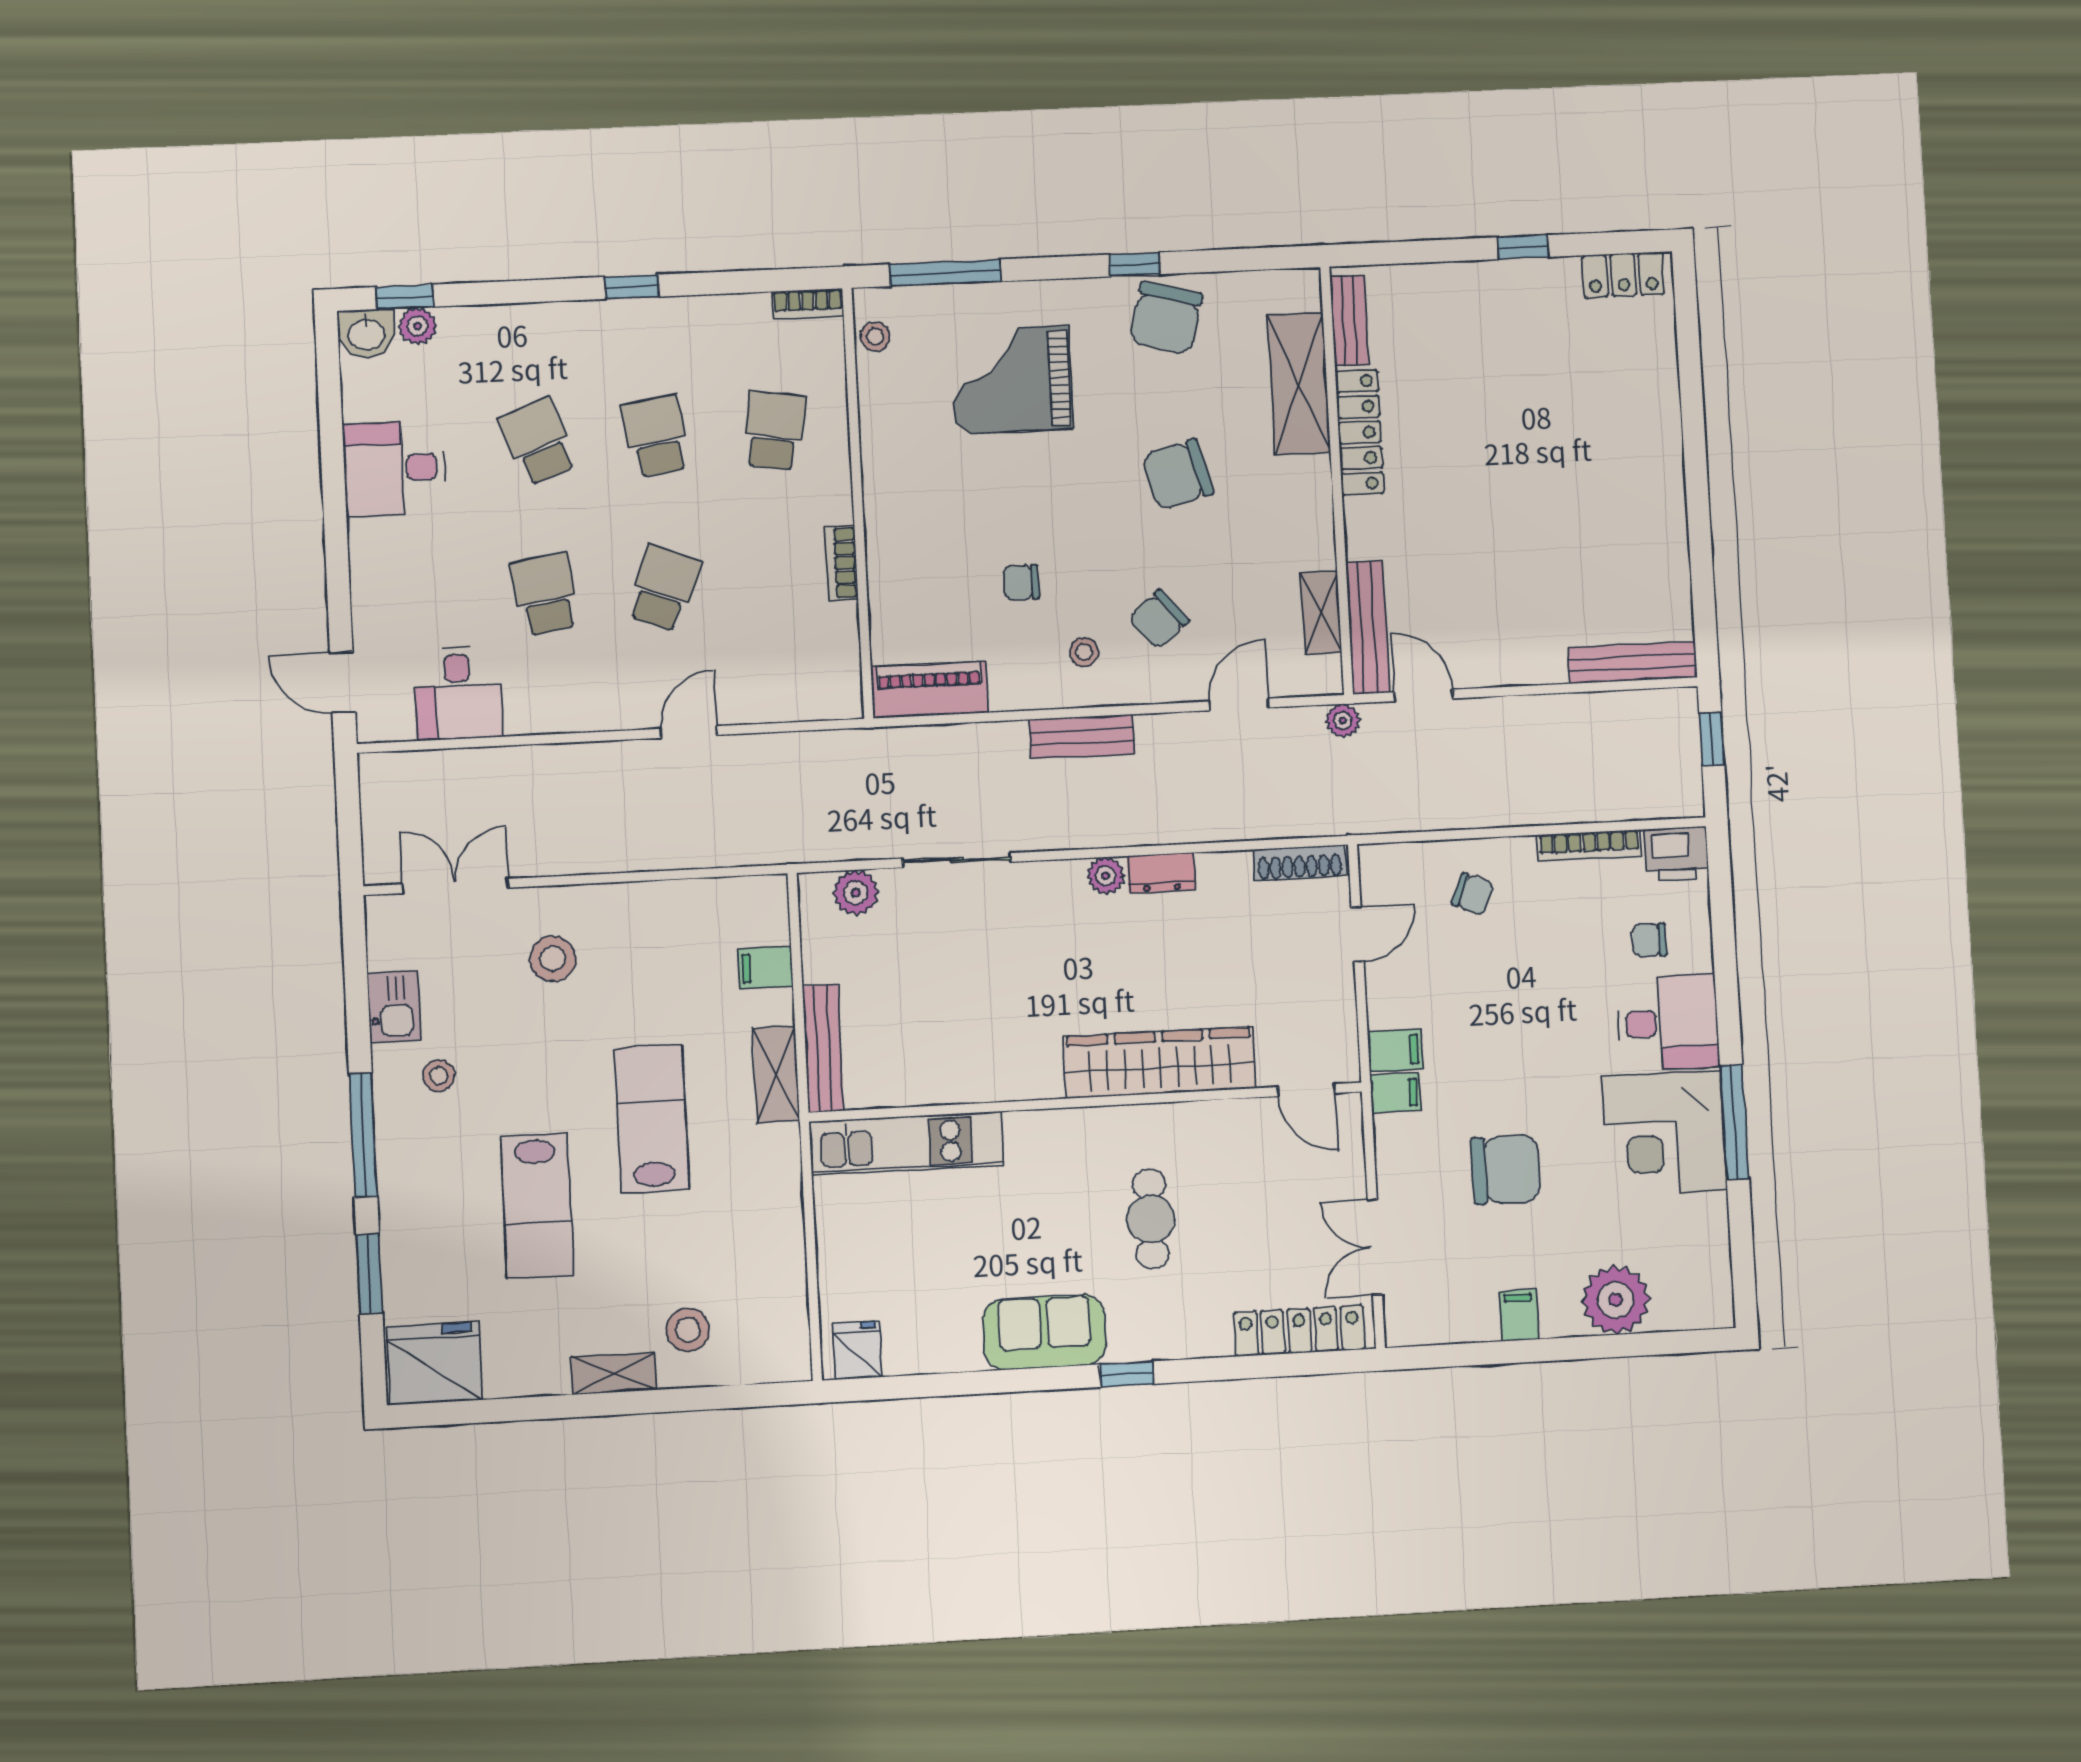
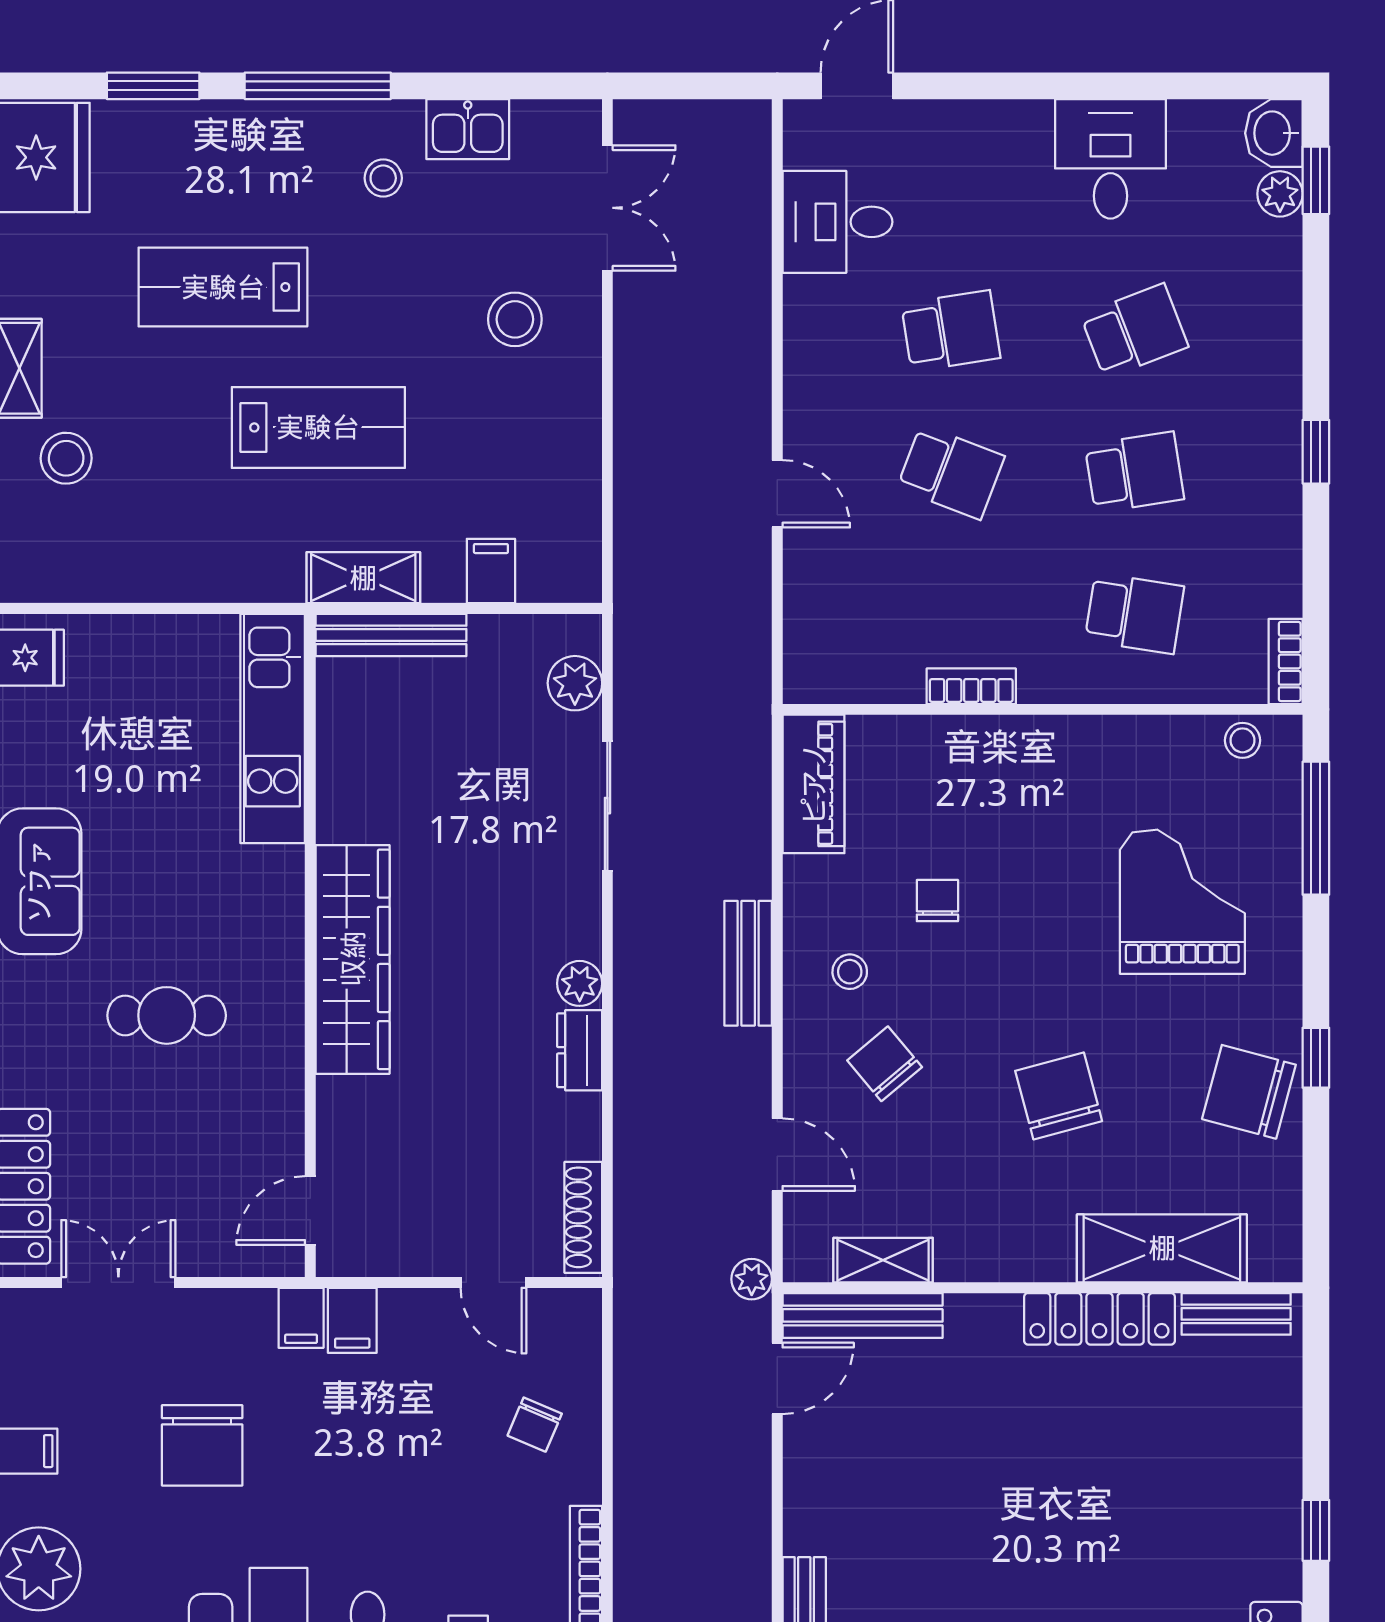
wardrobe: (1160, 1063) -> (353, 959), moved

